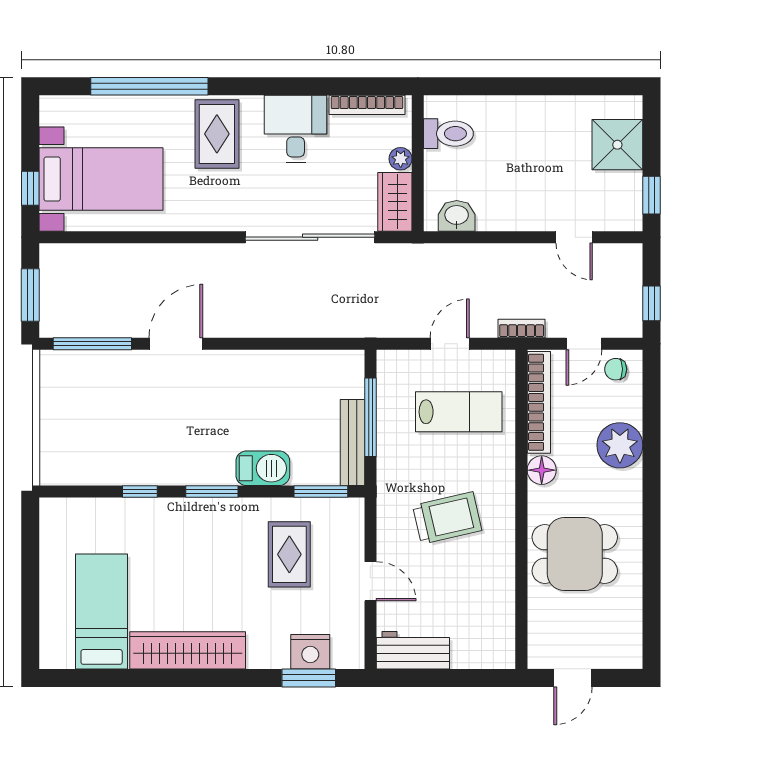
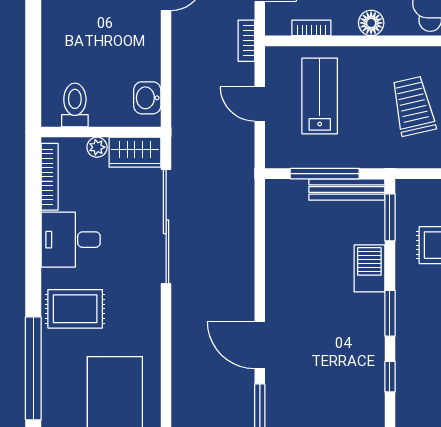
bookcase: (539, 402) -> (311, 28), width x0.43, depth x0.76

